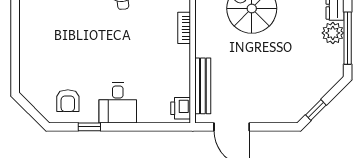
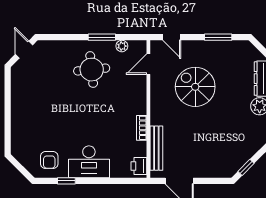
bookcase: (184, 28) -> (142, 128), moved
desk: (118, 103) -> (89, 162), width x1.37

